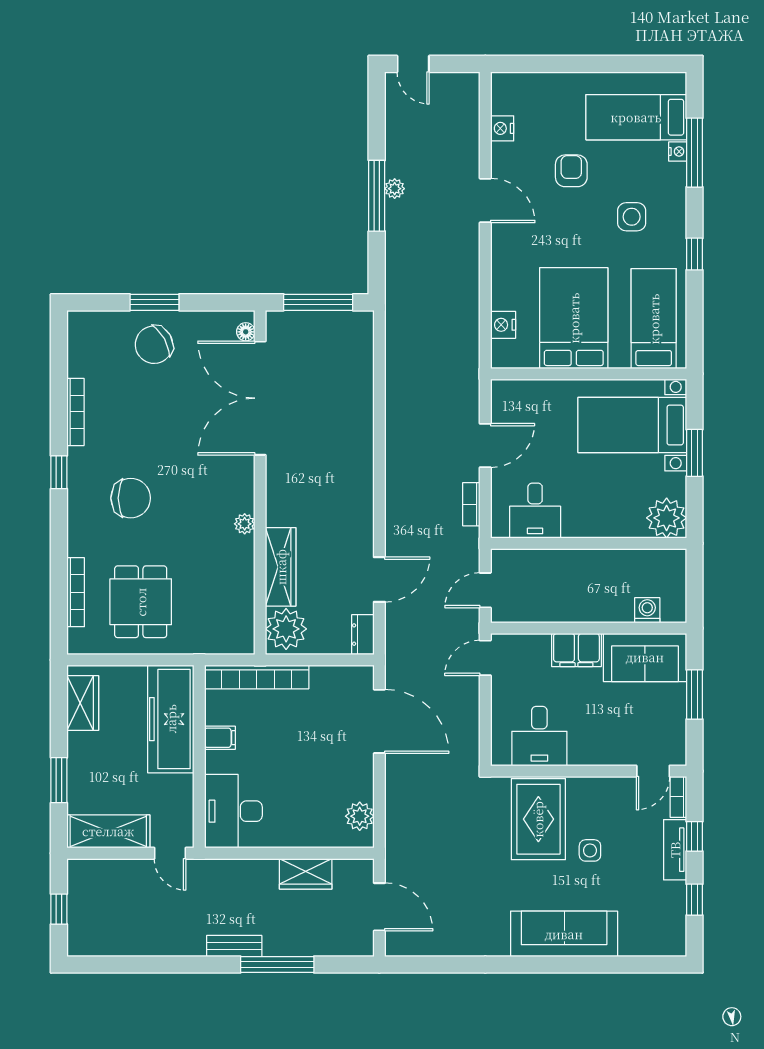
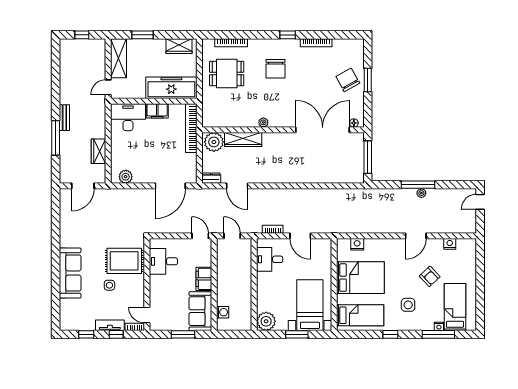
armchair: (571, 171) -> (430, 276), turned 47
filing cabinet: (220, 738) -> (157, 111), width x2.00

